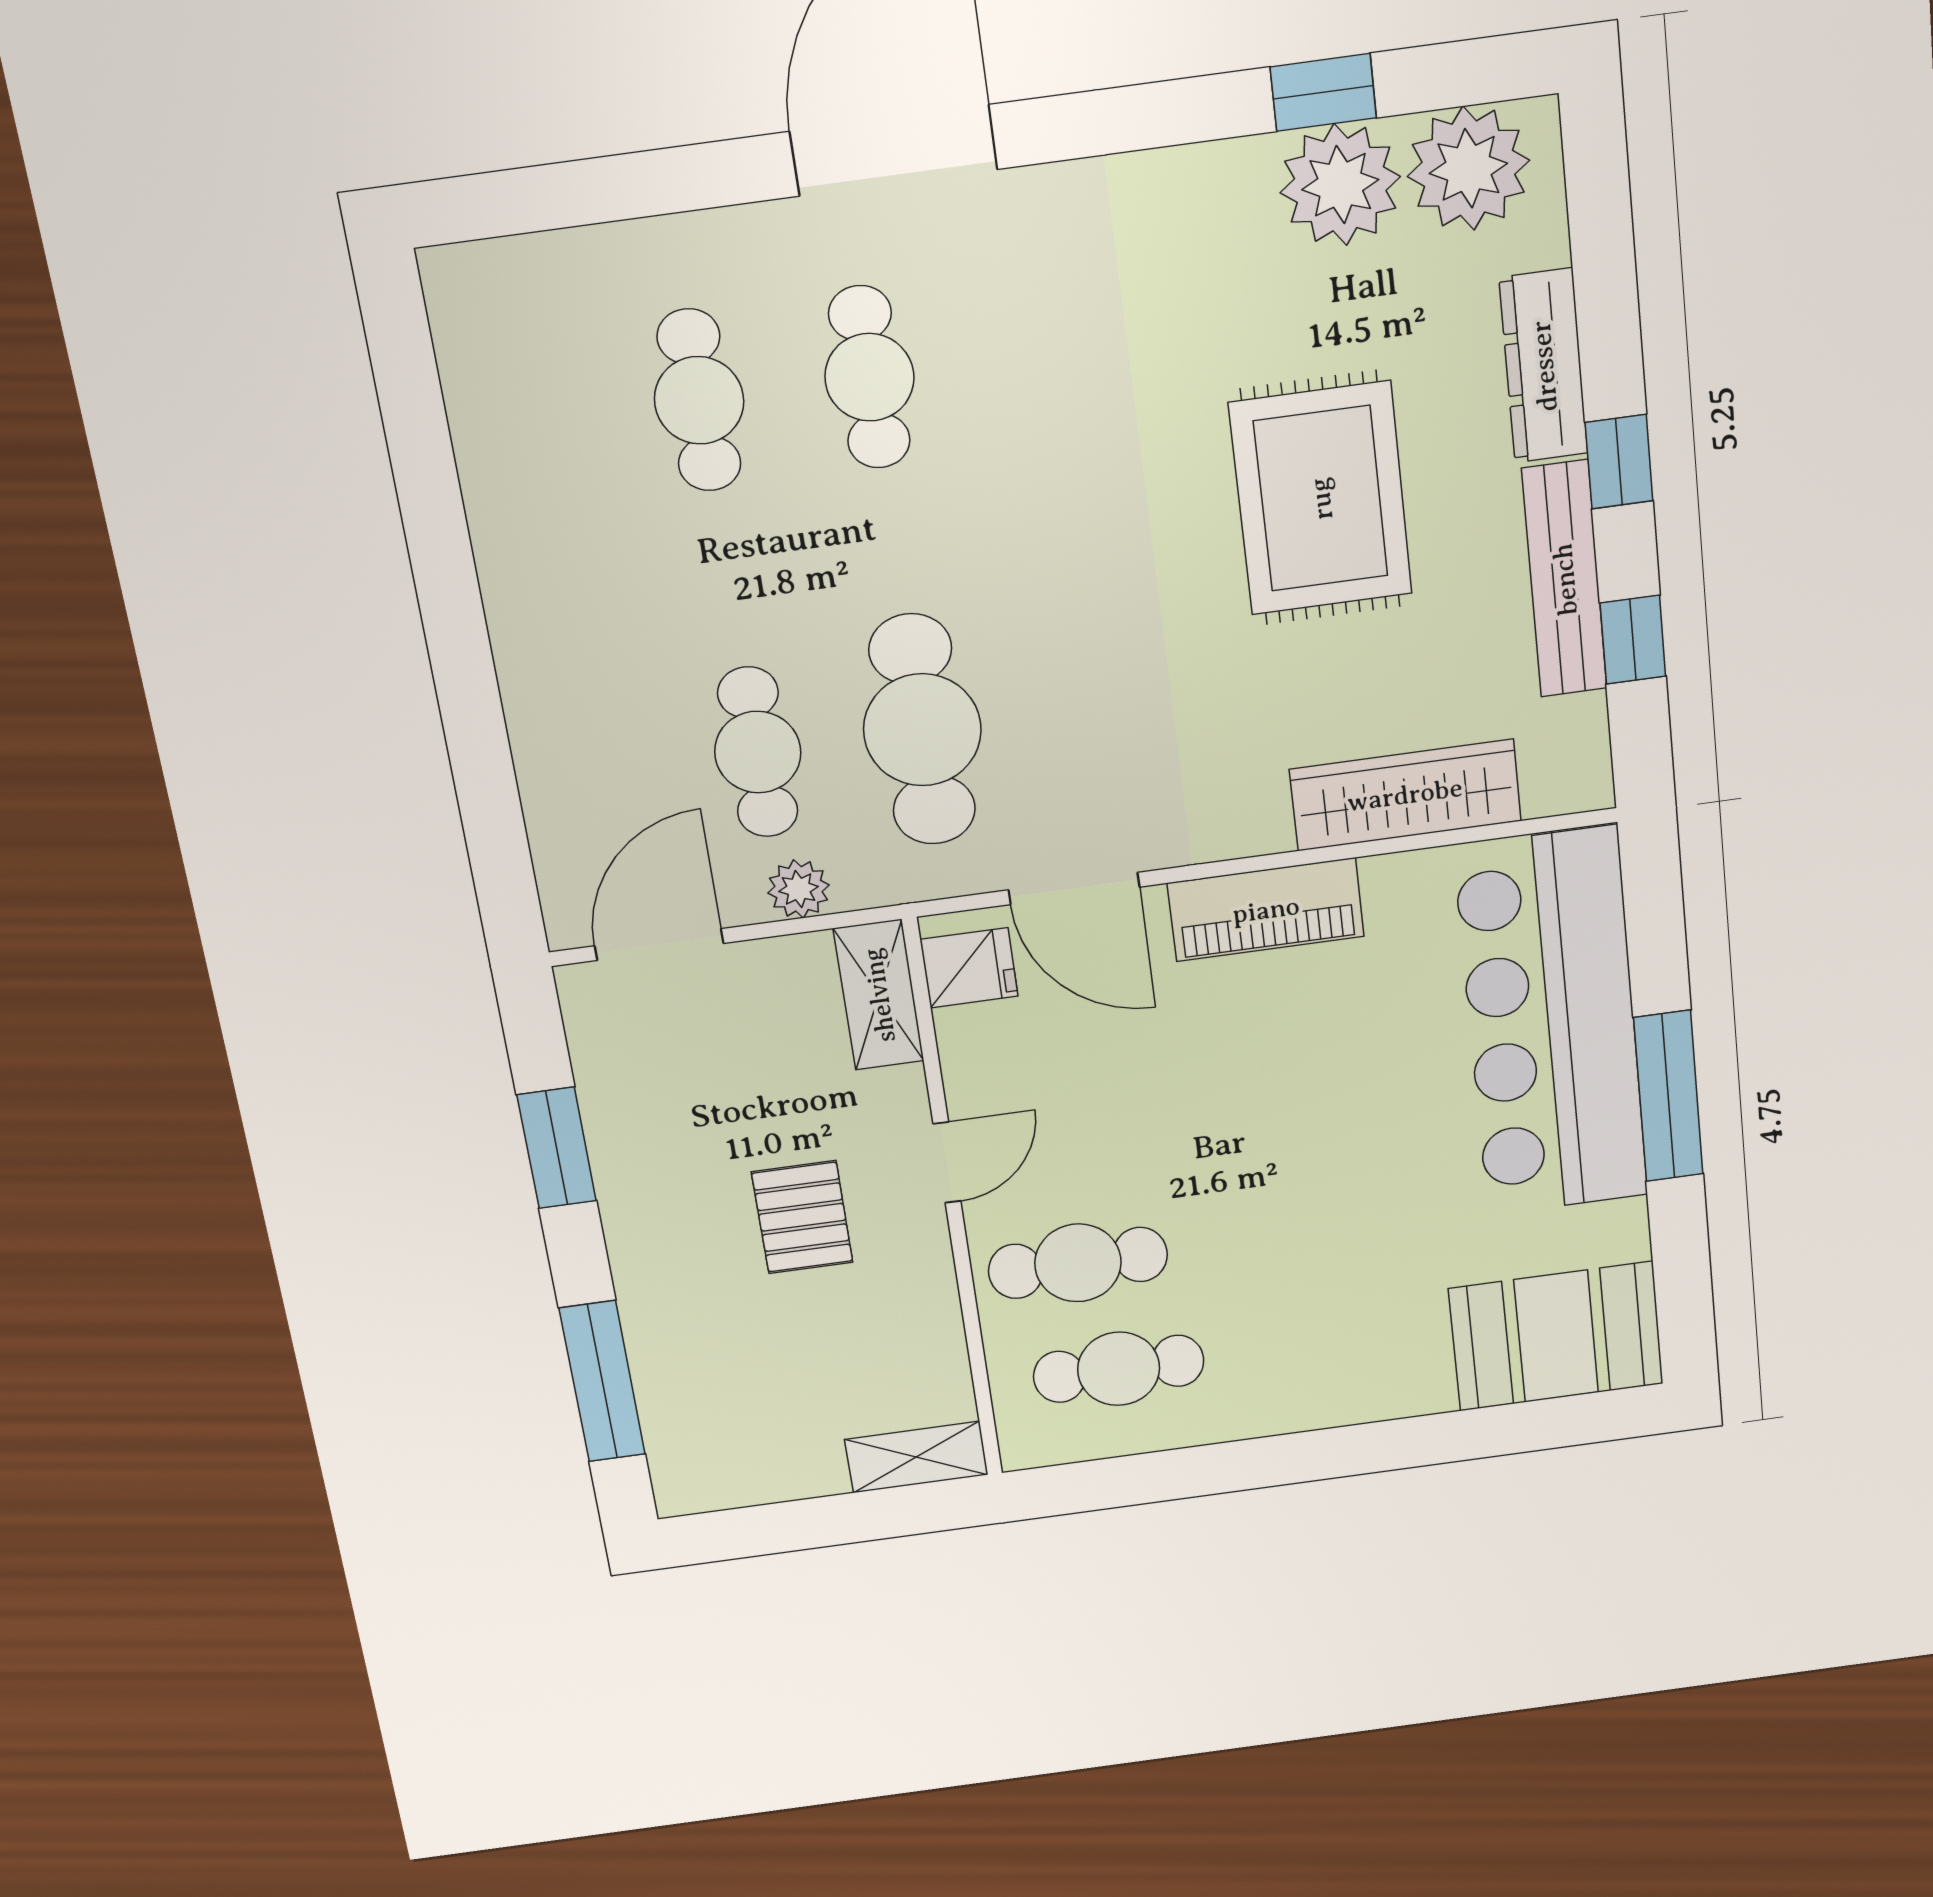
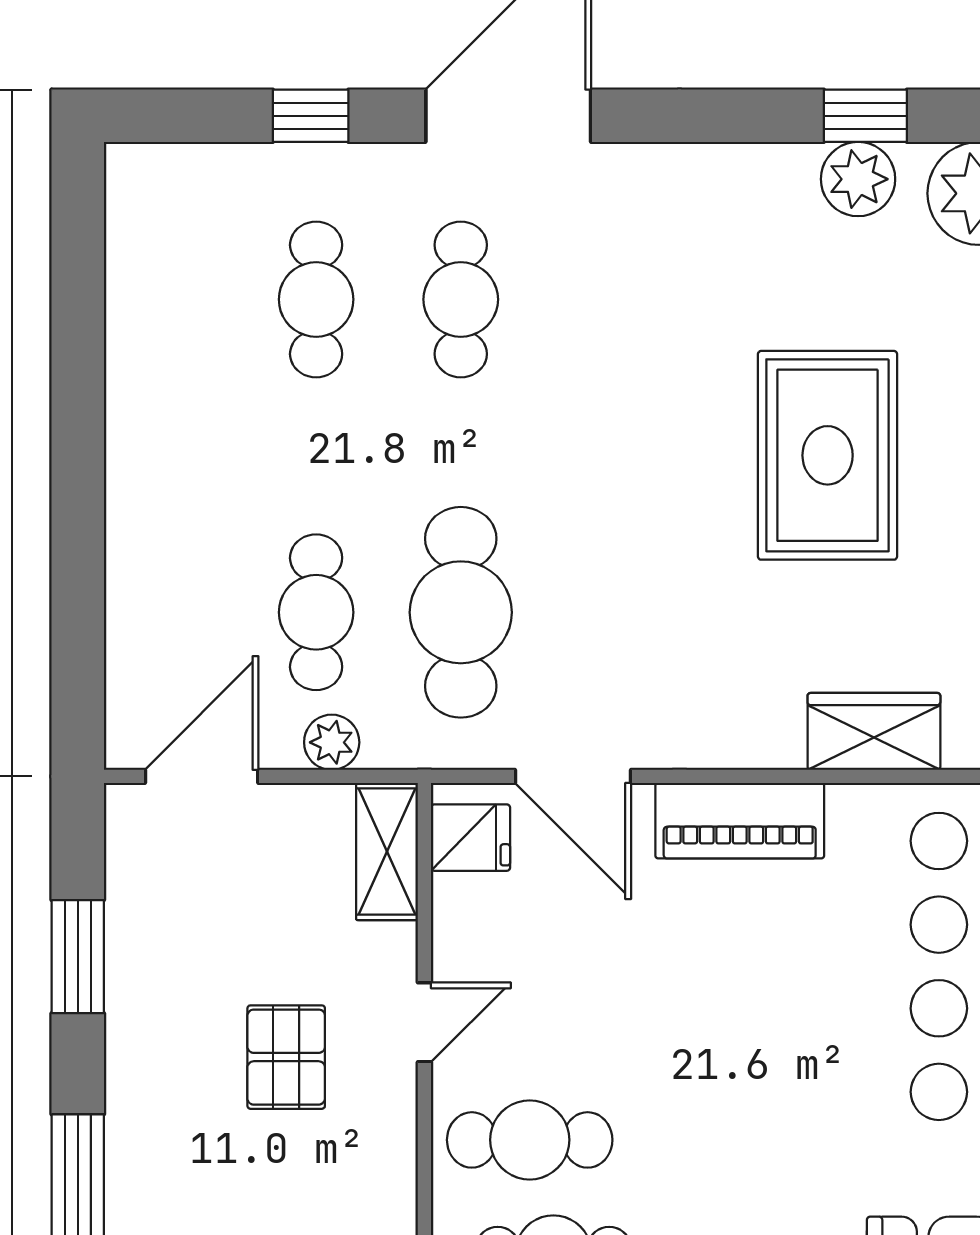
window: (656, 183) -> (311, 116), added
plant: (1340, 185) -> (858, 179), width x0.73, depth x0.73
wardrobe: (1405, 795) -> (874, 731), width x0.67

